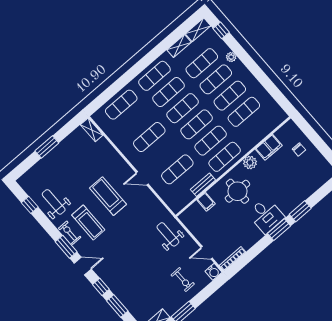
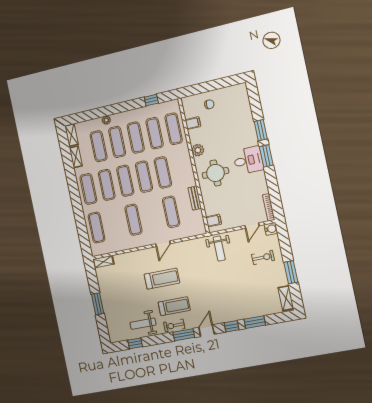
window: (221, 30) -> (151, 100), moved
filing cabinet: (269, 147) -> (193, 123), width x0.50
exercise mat: (225, 157) -> (174, 129), moved
treadmill: (108, 196) -> (162, 279), turned 180
filing cabinet: (206, 202) -> (214, 221), moved
weight bench: (168, 234) -> (219, 249), turned -90

